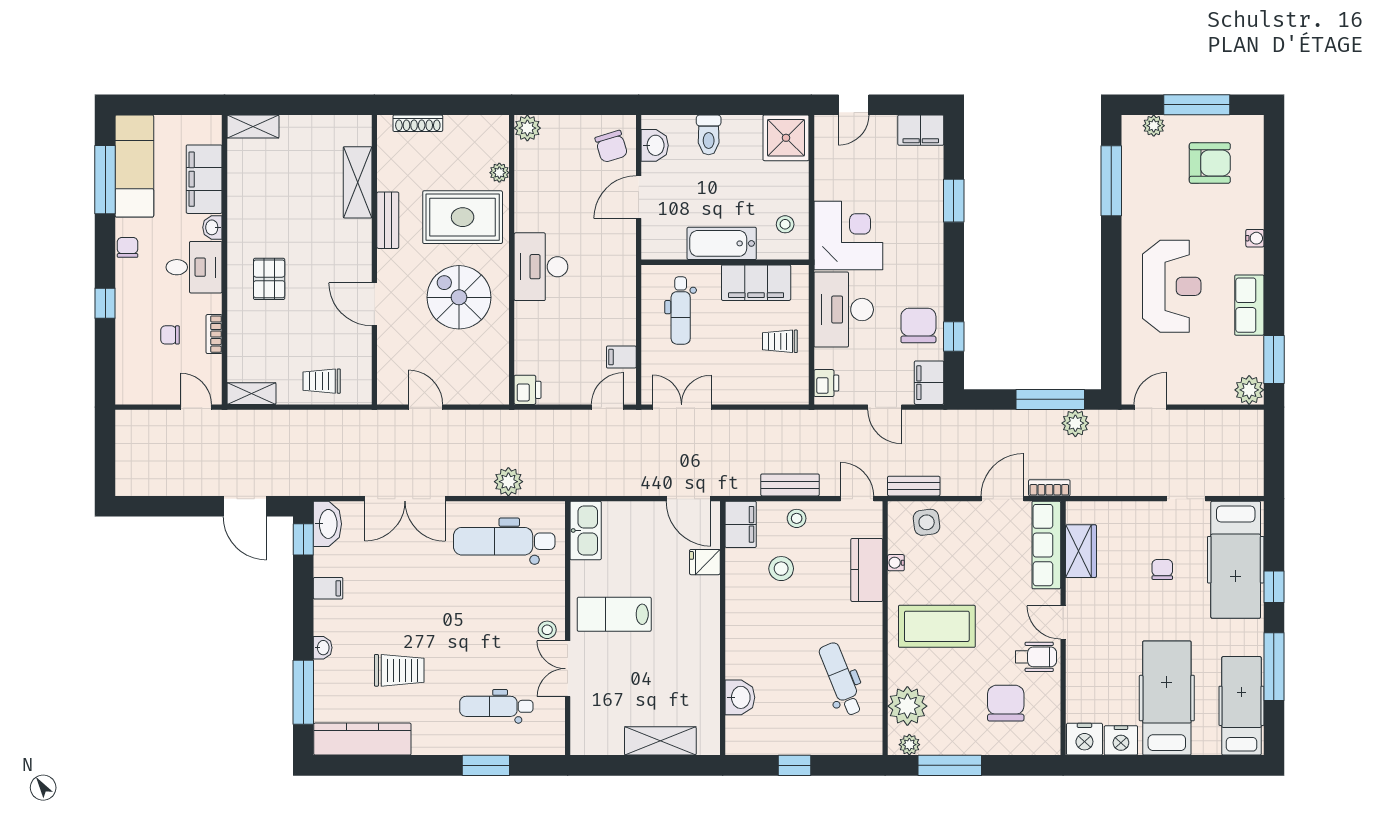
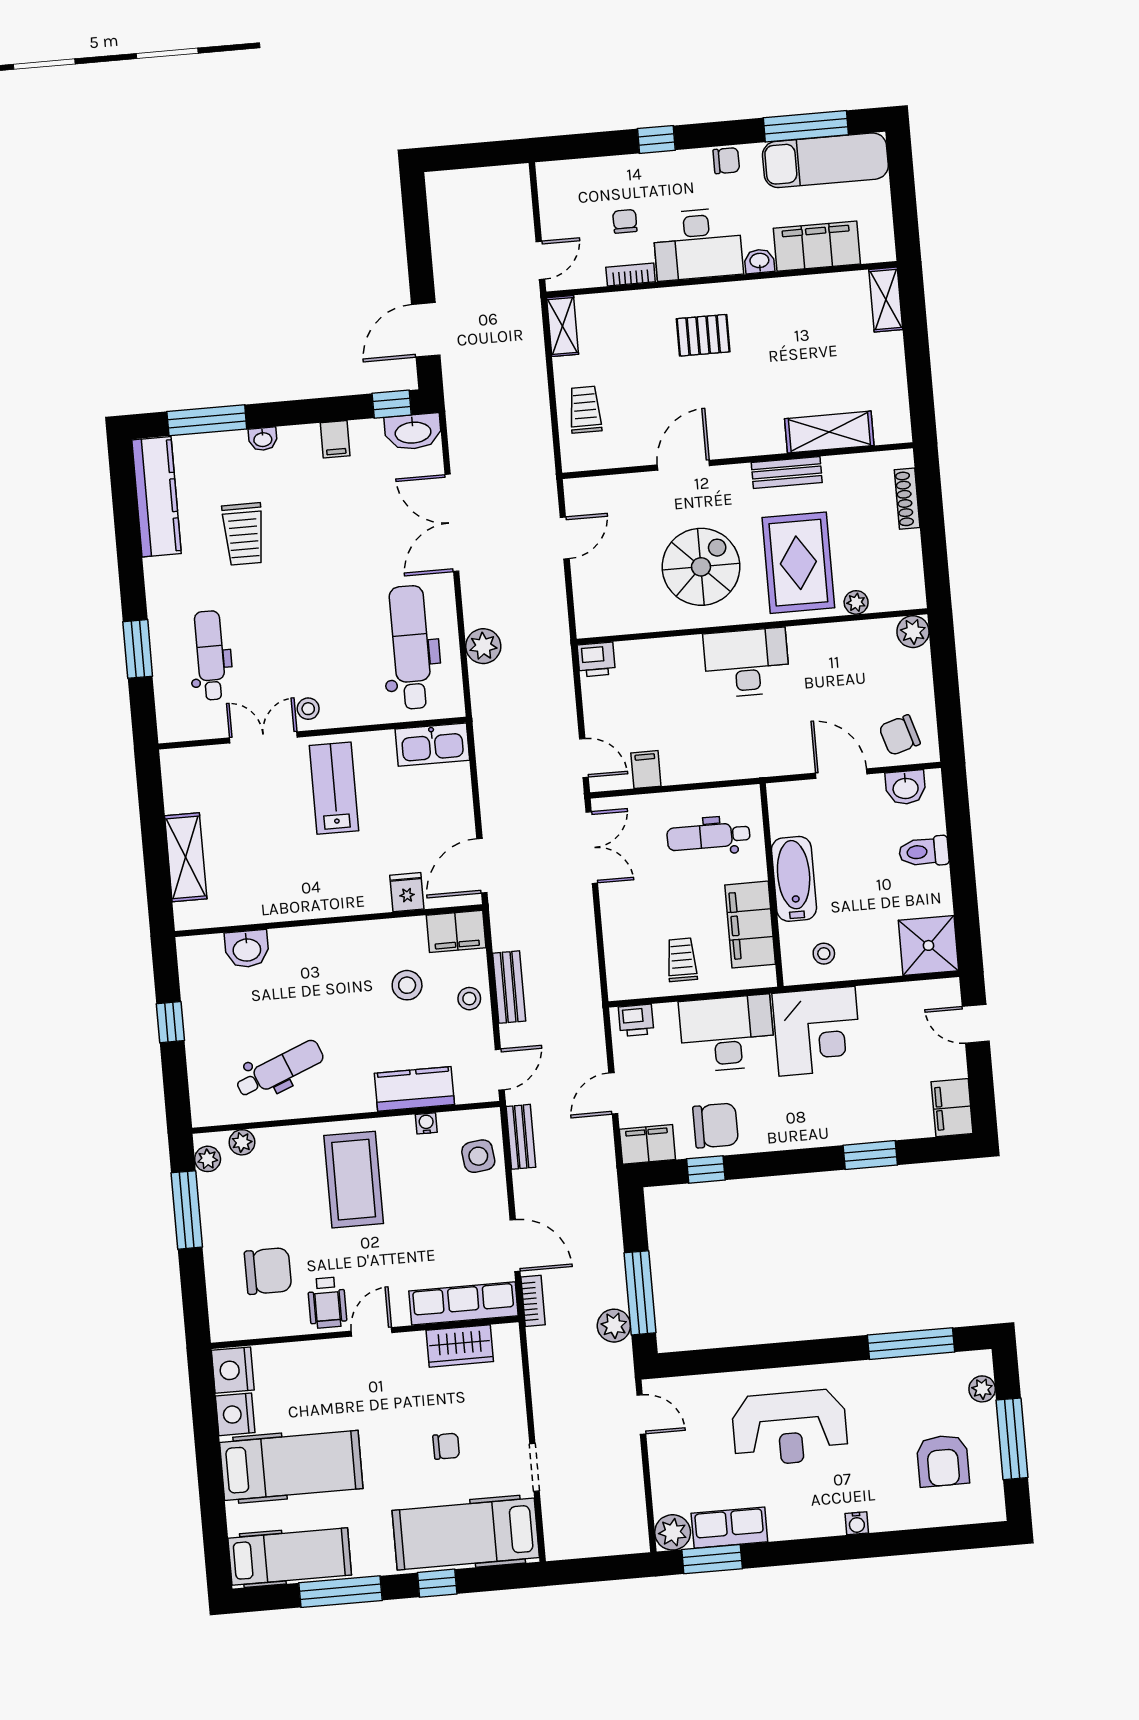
desk: (194, 267) -> (698, 244), width x1.37
row of seats: (1249, 305) -> (729, 1528), moved
plant: (907, 706) -> (242, 1142), width x0.53, depth x0.53

